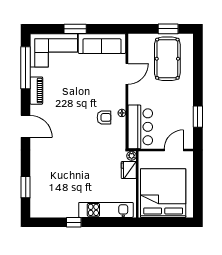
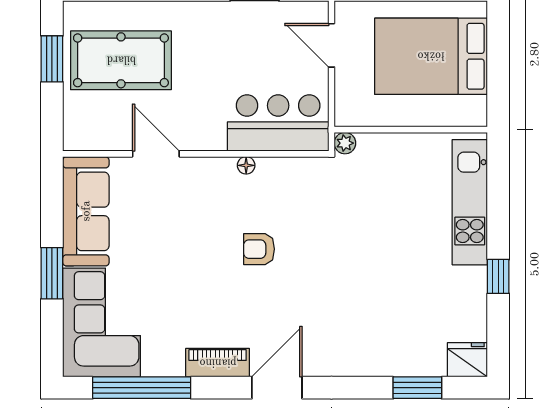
piano: (36, 91) -> (218, 363), moved
armchair: (104, 117) -> (259, 249), moved, turned -90
fridge: (129, 170) -> (467, 360), moved, turned 180
bed: (163, 193) -> (431, 56), width x0.73

